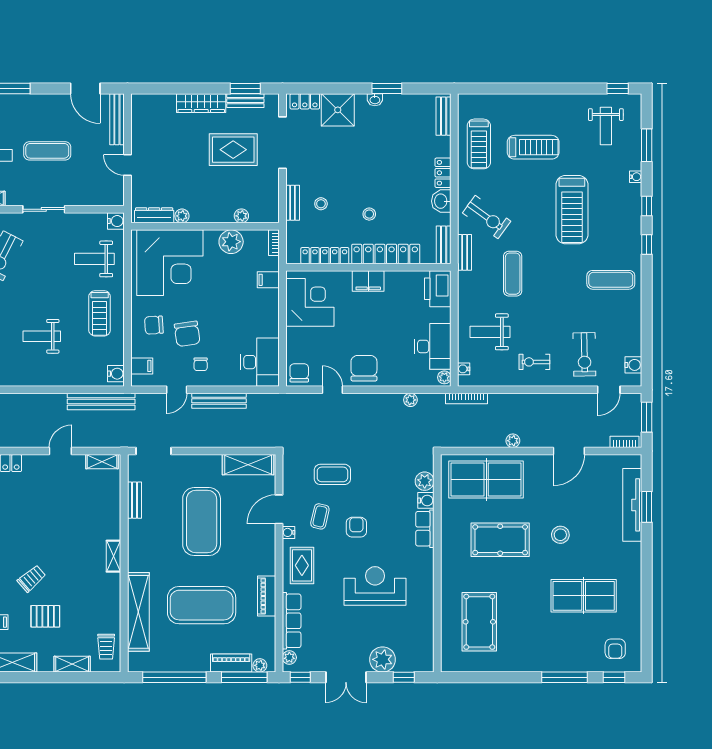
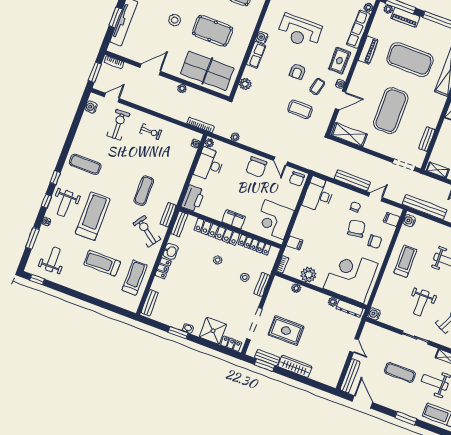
weight bench: (94, 259) -> (421, 303), moved, turned 90
weight bench: (490, 332) -> (65, 203), moved, turned 90
water cooler: (426, 500) -> (262, 37), moved

